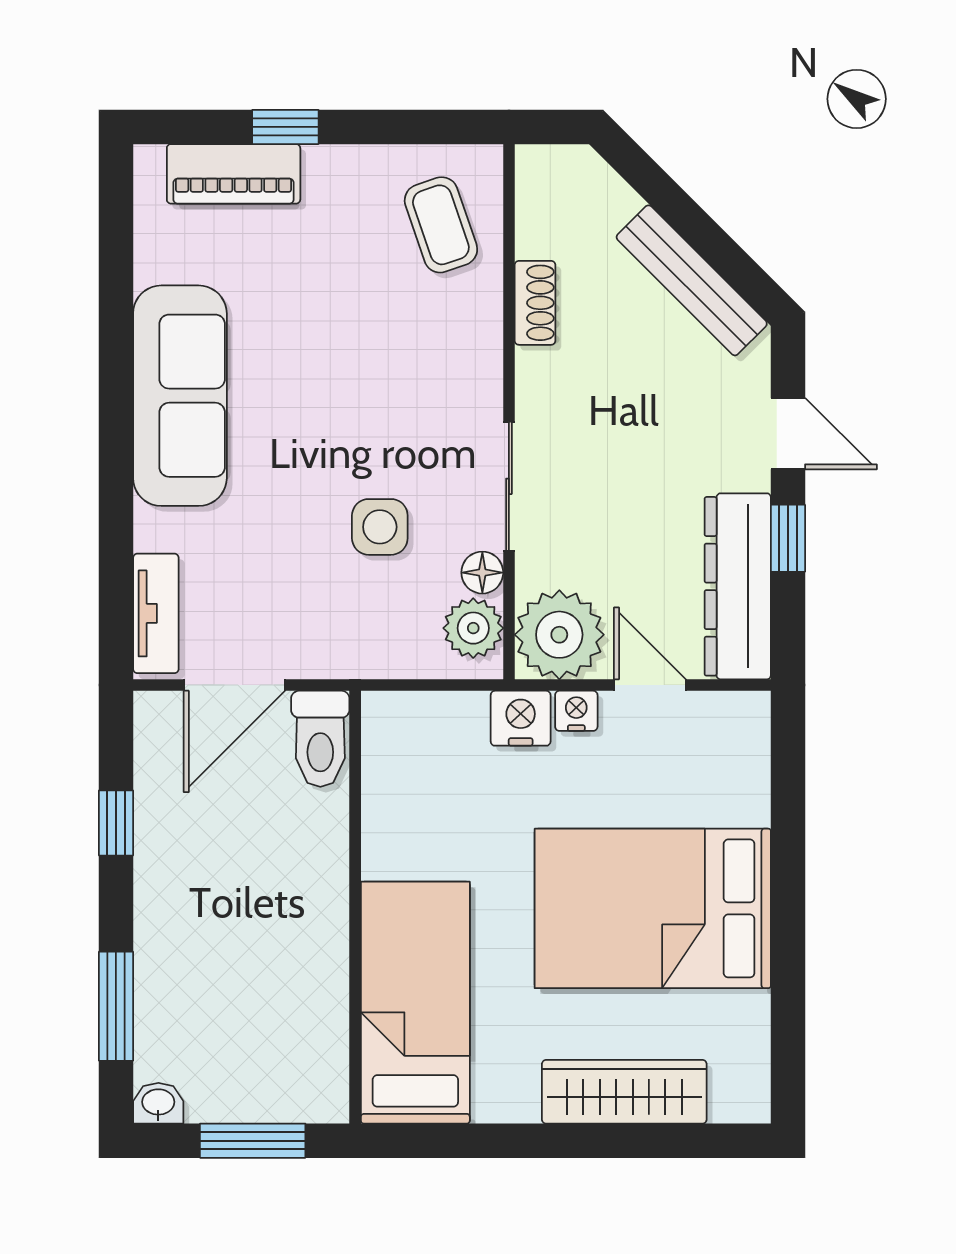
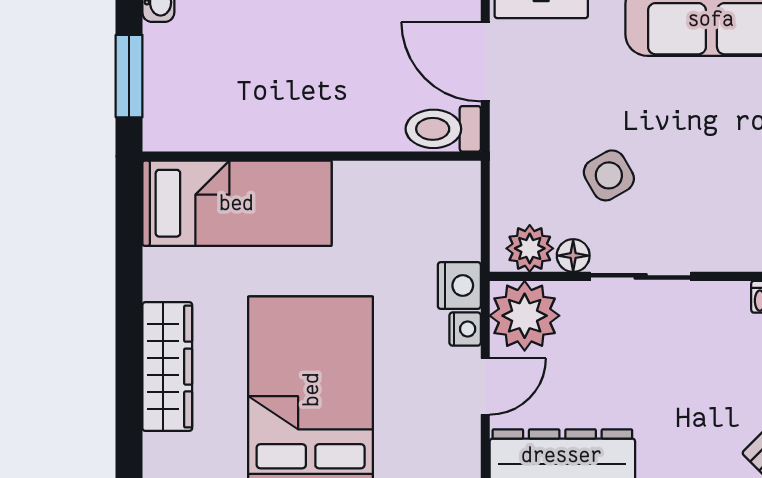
side table: (380, 527) -> (609, 175), turned -30

